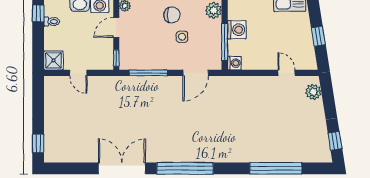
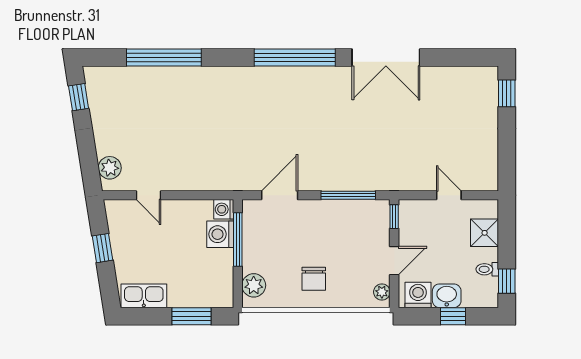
chair: (172, 15) -> (314, 279), turned -90
washing machine: (237, 30) -> (220, 234), moved
side table: (182, 37) -> (299, 247), removed
shower: (54, 60) -> (485, 233), moved

